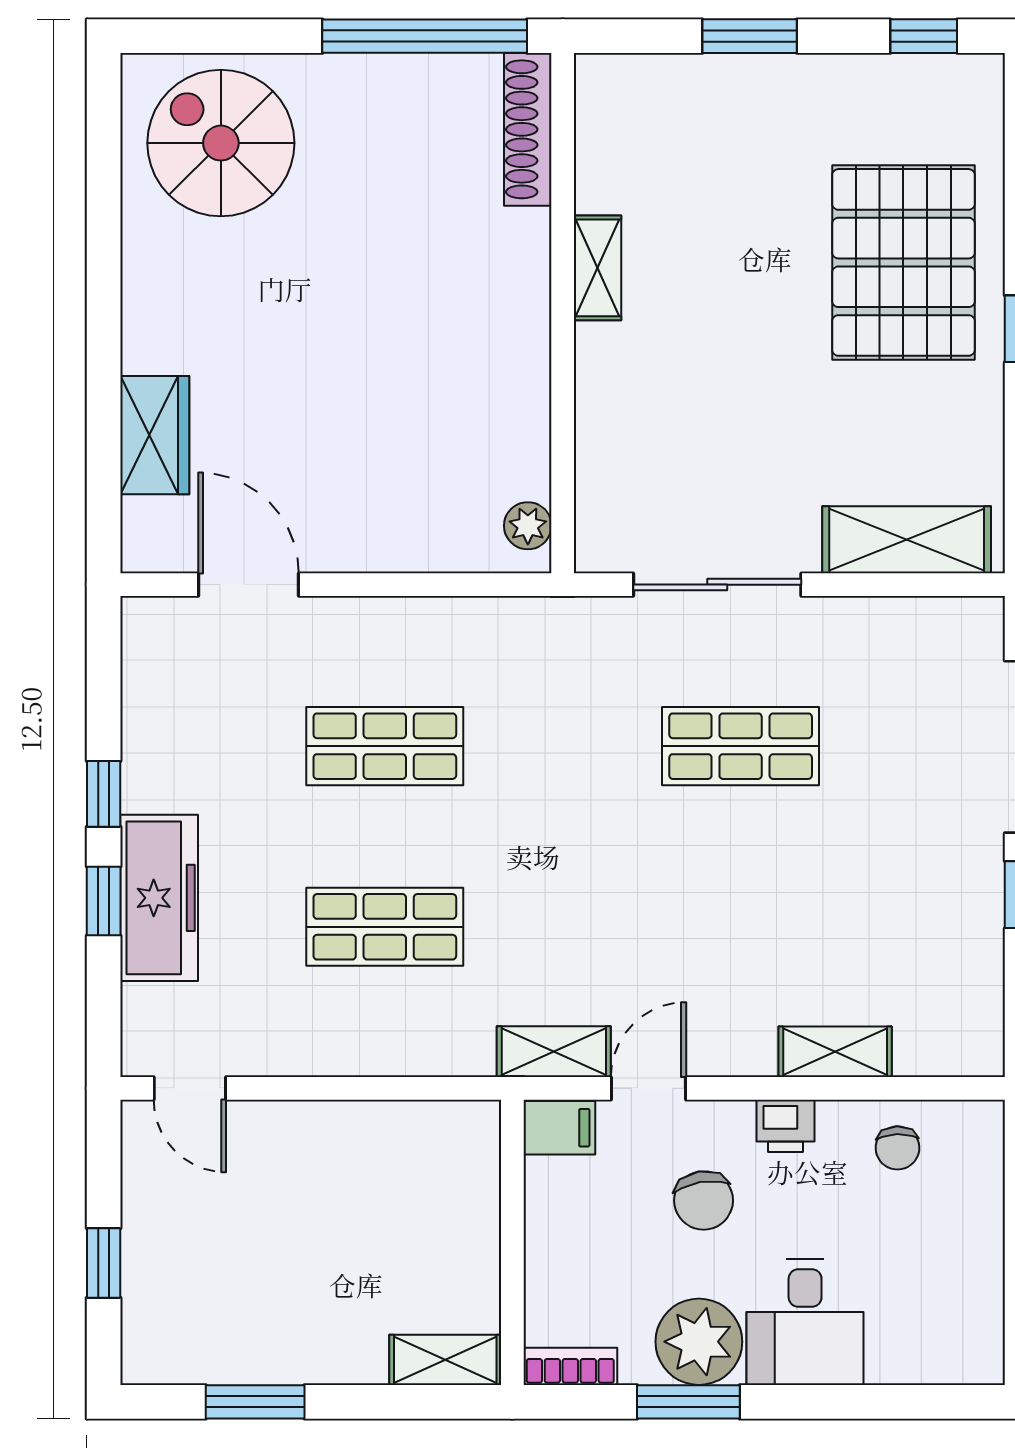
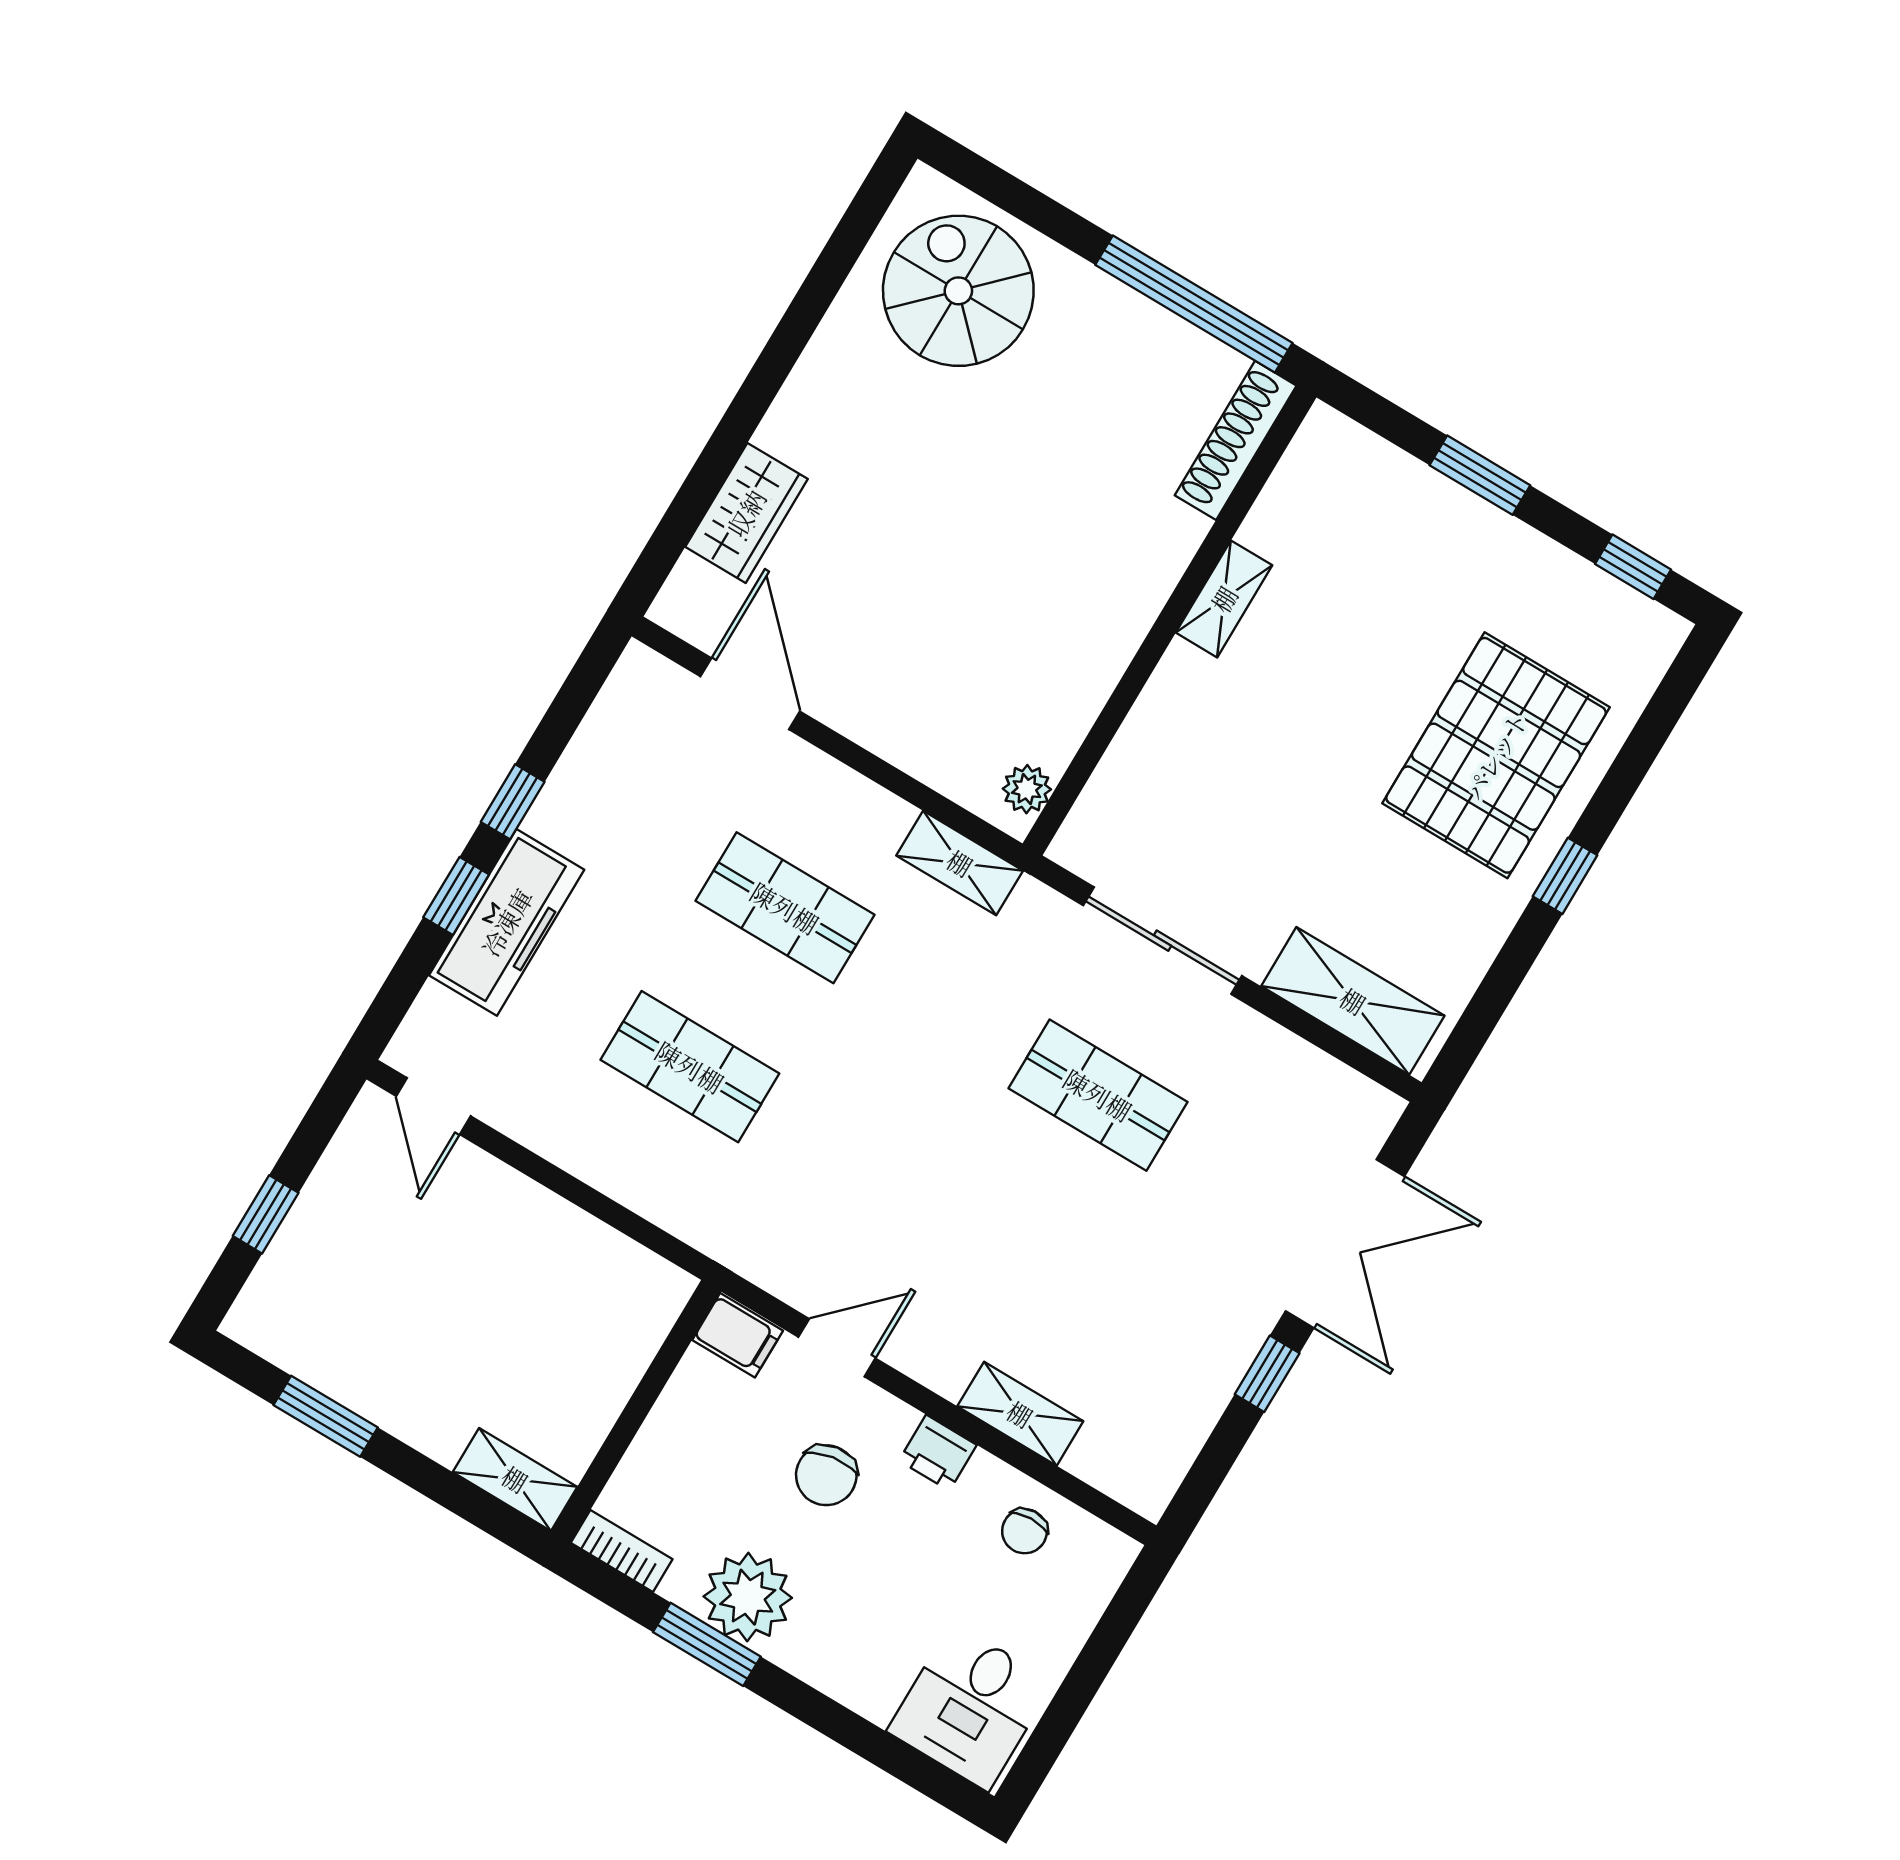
shelving: (554, 1052) -> (960, 863), moved
desk: (805, 1322) -> (970, 1707), moved

